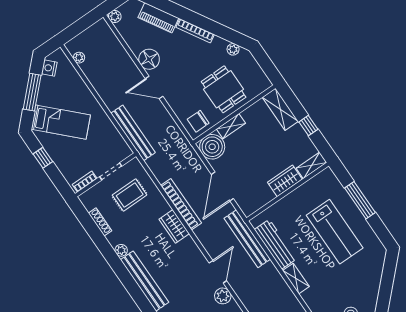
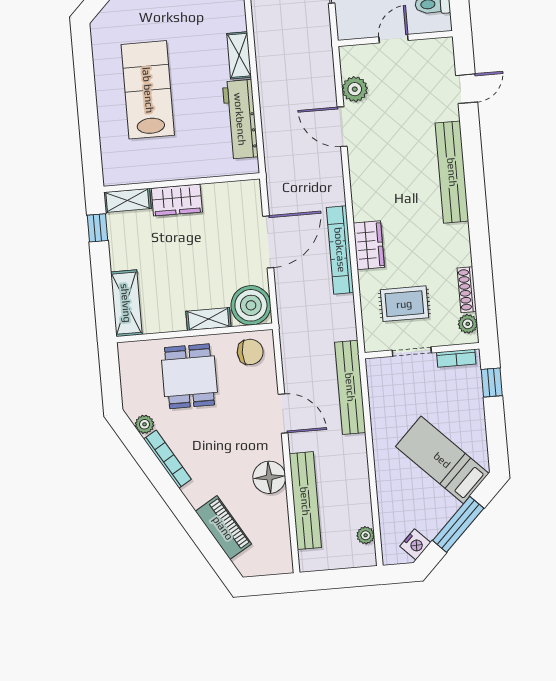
plant: (115, 16) -> (283, 564), removed
bookcase: (195, 31) -> (167, 459), moved
door: (154, 88) -> (283, 414), moved
window: (308, 126) -> (97, 228), moved
window: (43, 158) -> (492, 382), moved
window: (360, 200) -> (88, 113), removed
wardrobe: (174, 226) -> (369, 245), moved
bench: (247, 239) -> (305, 501), moved
plant: (121, 250) -> (468, 324), moved
door: (218, 272) -> (342, 127), hinge flipped

